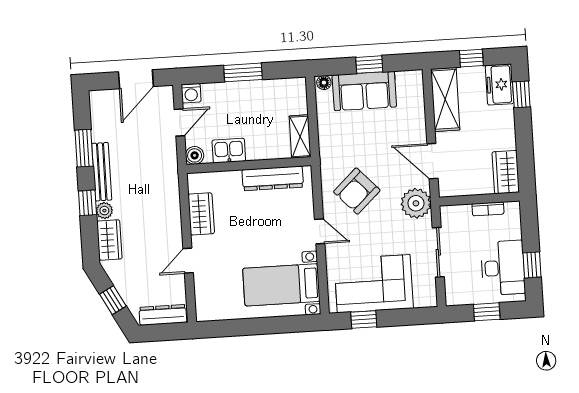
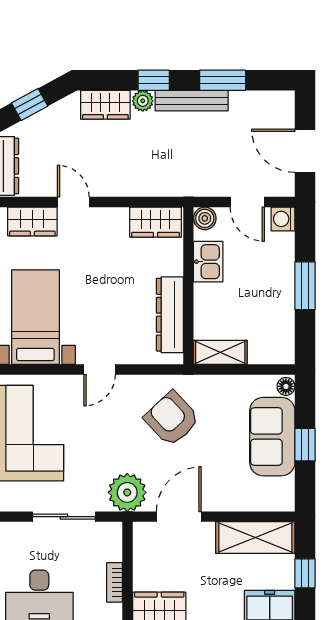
armchair: (357, 191) -> (172, 419), moved
wardrobe: (201, 214) -> (156, 222), moved
wardrobe: (206, 292) -> (32, 221), added

